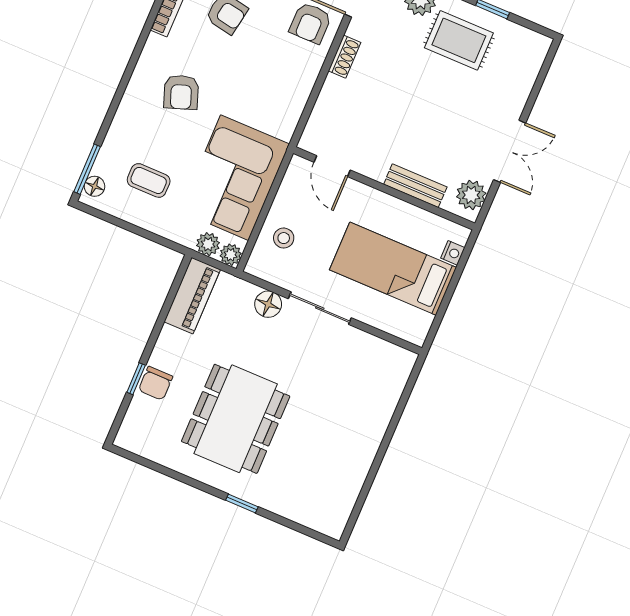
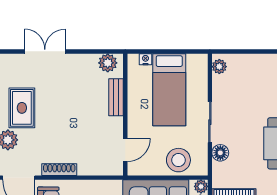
shoe rack: (345, 57) -> (59, 170), width x1.43
double door: (510, 151) -> (45, 51), moved
stool: (284, 238) -> (178, 160), width x1.89, depth x1.89
plant: (396, 357) -> (219, 67), added

